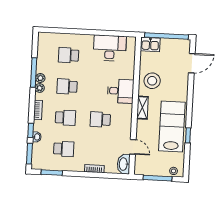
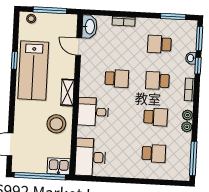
desk: (110, 48) -> (90, 157), moved, turned 90
window: (34, 73) -> (193, 158), moved

